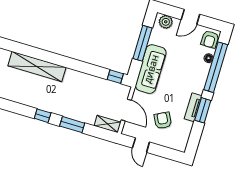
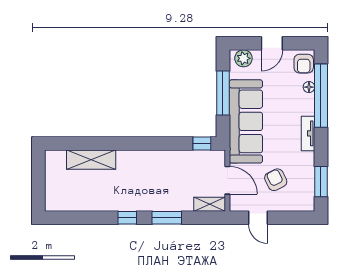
shelving: (37, 67) -> (91, 160), width x0.68
sofa: (151, 69) -> (246, 121), width x1.36, depth x1.27
tv unit: (193, 107) -> (308, 133), moved
window: (203, 110) -> (321, 182), moved

